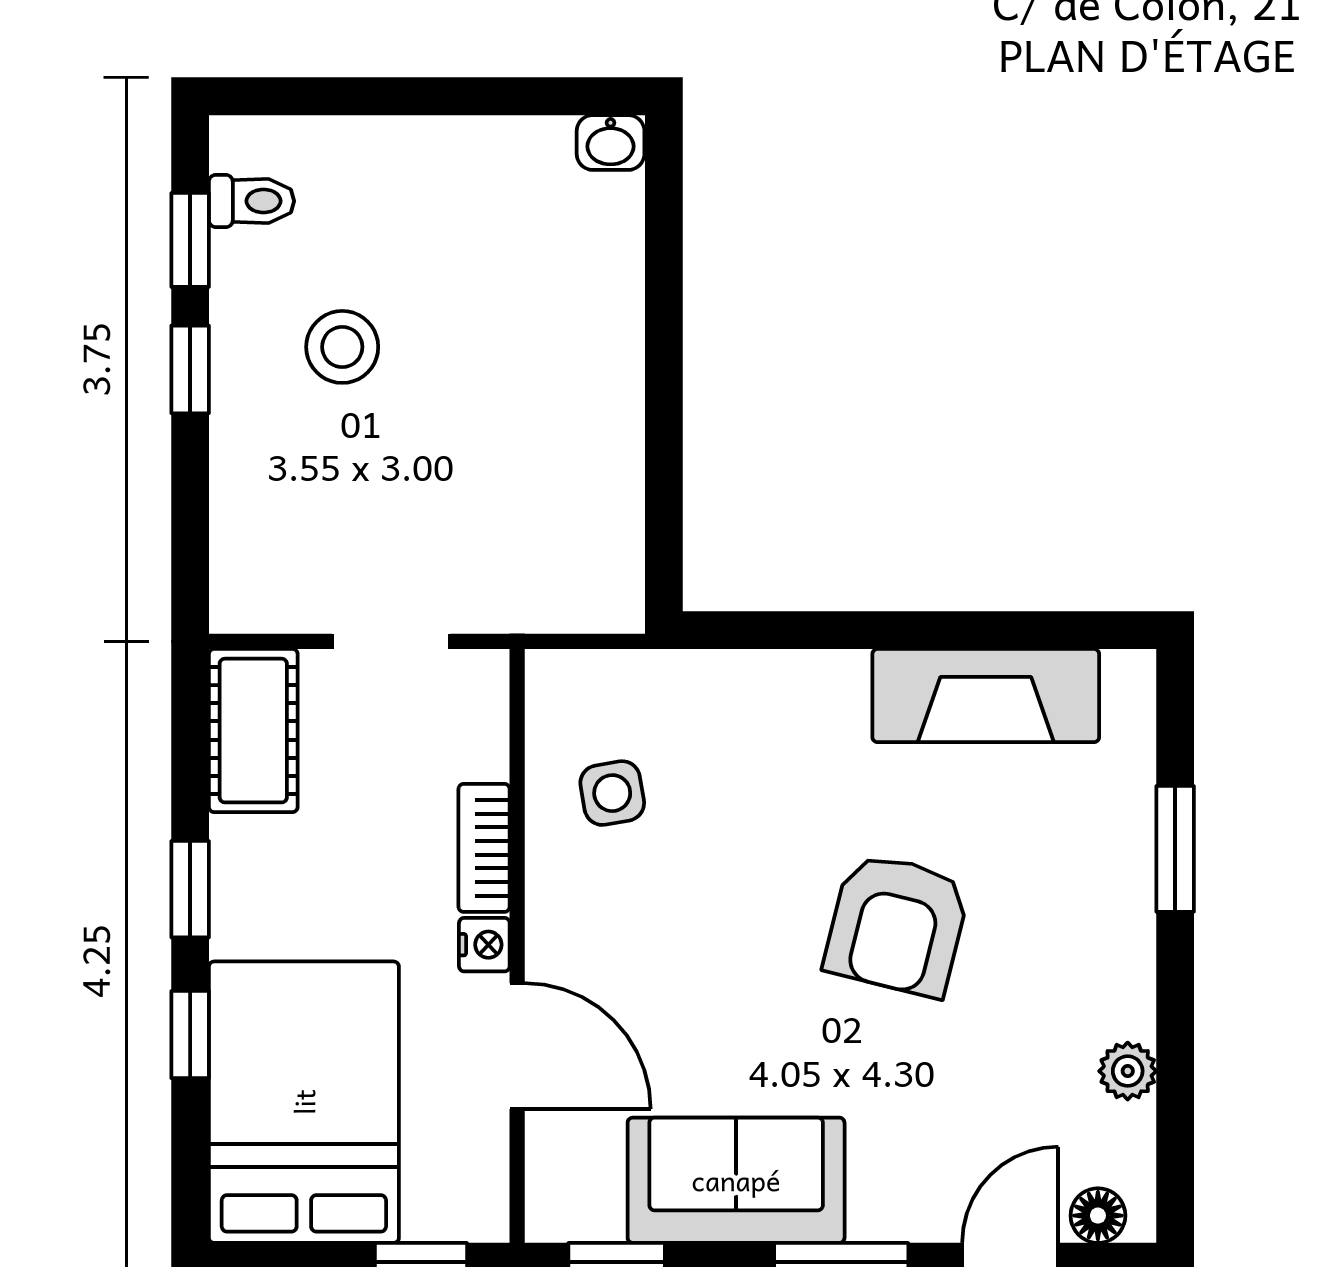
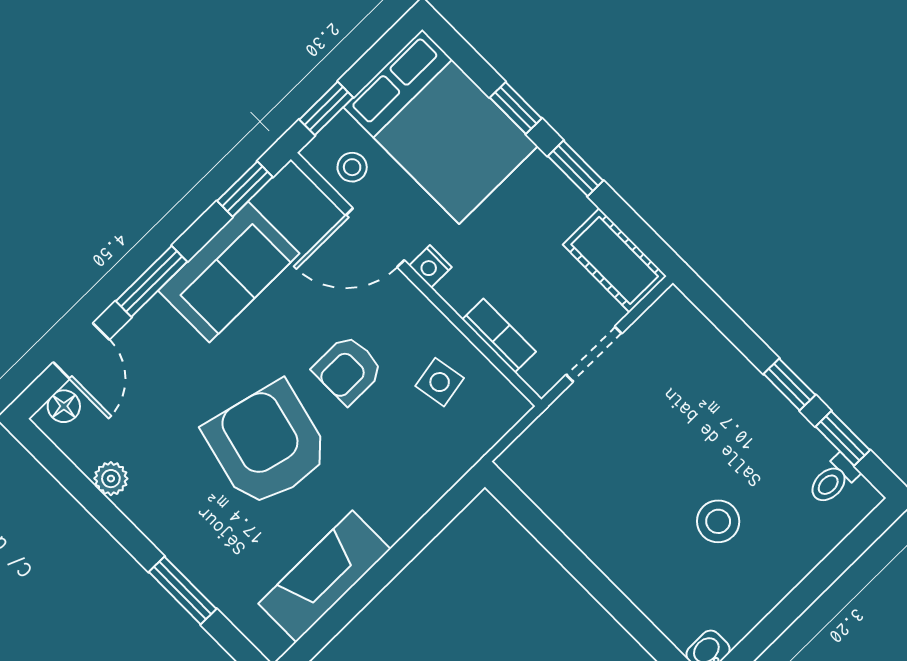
stool: (342, 347) -> (718, 521), moved
bookcase: (484, 848) -> (499, 336), moved
armchair: (709, 919) -> (348, 370), added
armchair: (897, 925) -> (267, 445), width x1.36, depth x1.36
stool: (460, 1159) -> (352, 167), added

